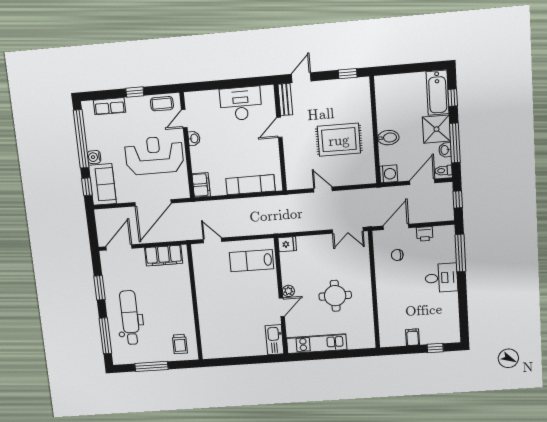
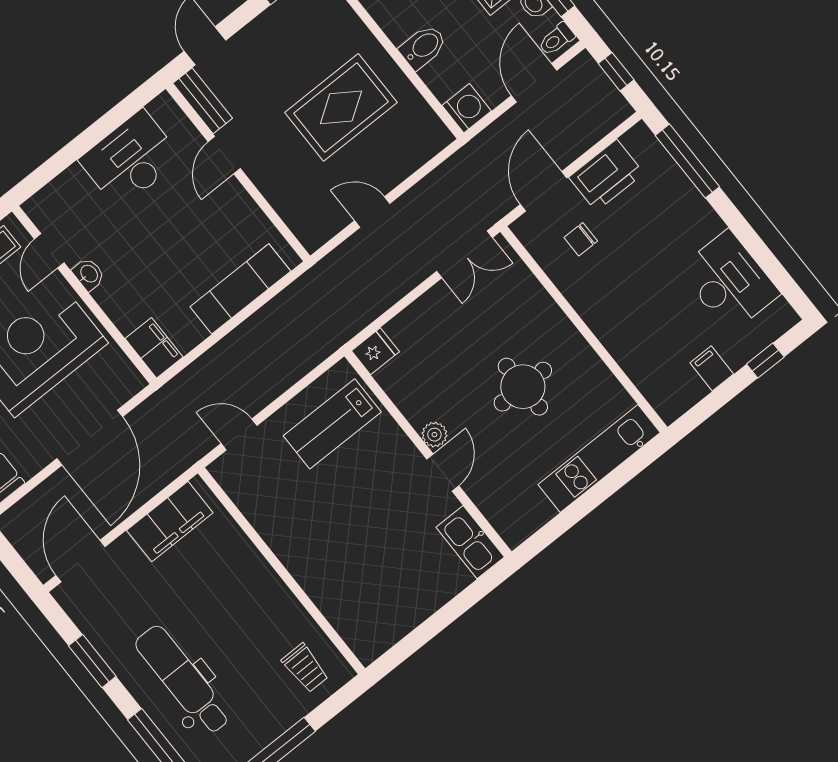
printer: (425, 234) -> (606, 175), width x1.87, depth x1.48
desk: (441, 278) -> (729, 281), moved, width x1.37
kitchen unit: (317, 344) -> (599, 458), moved

